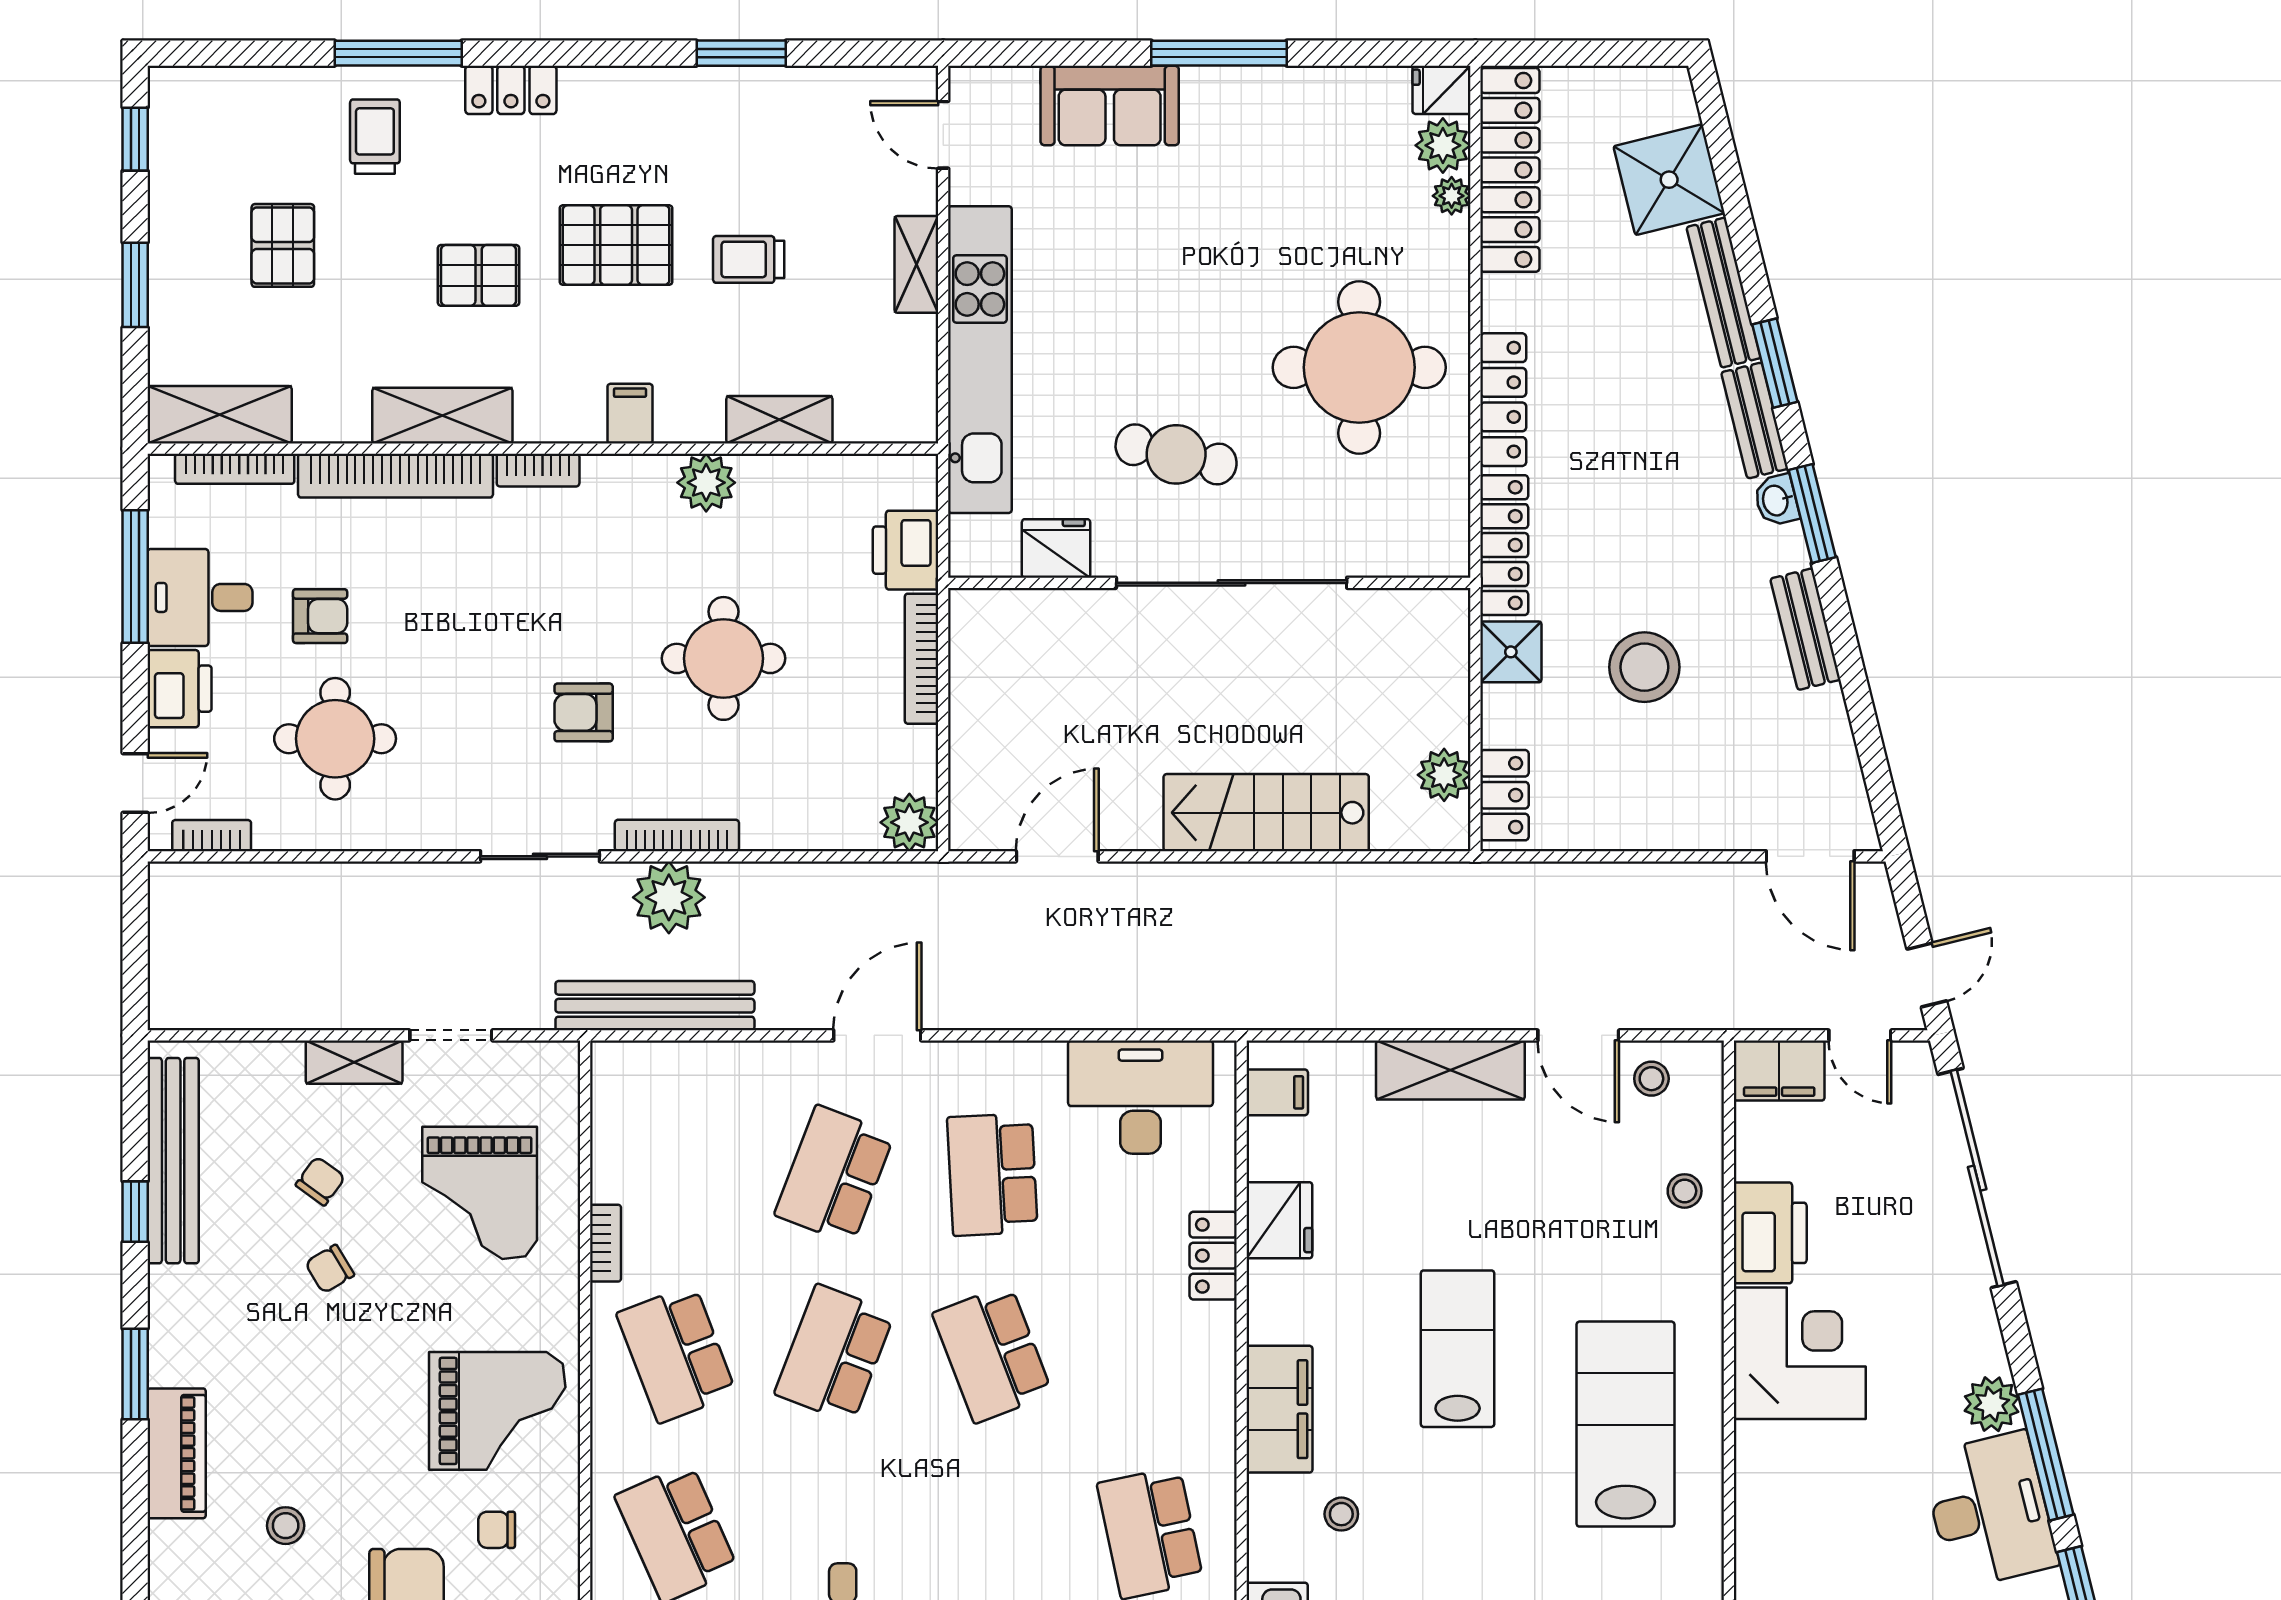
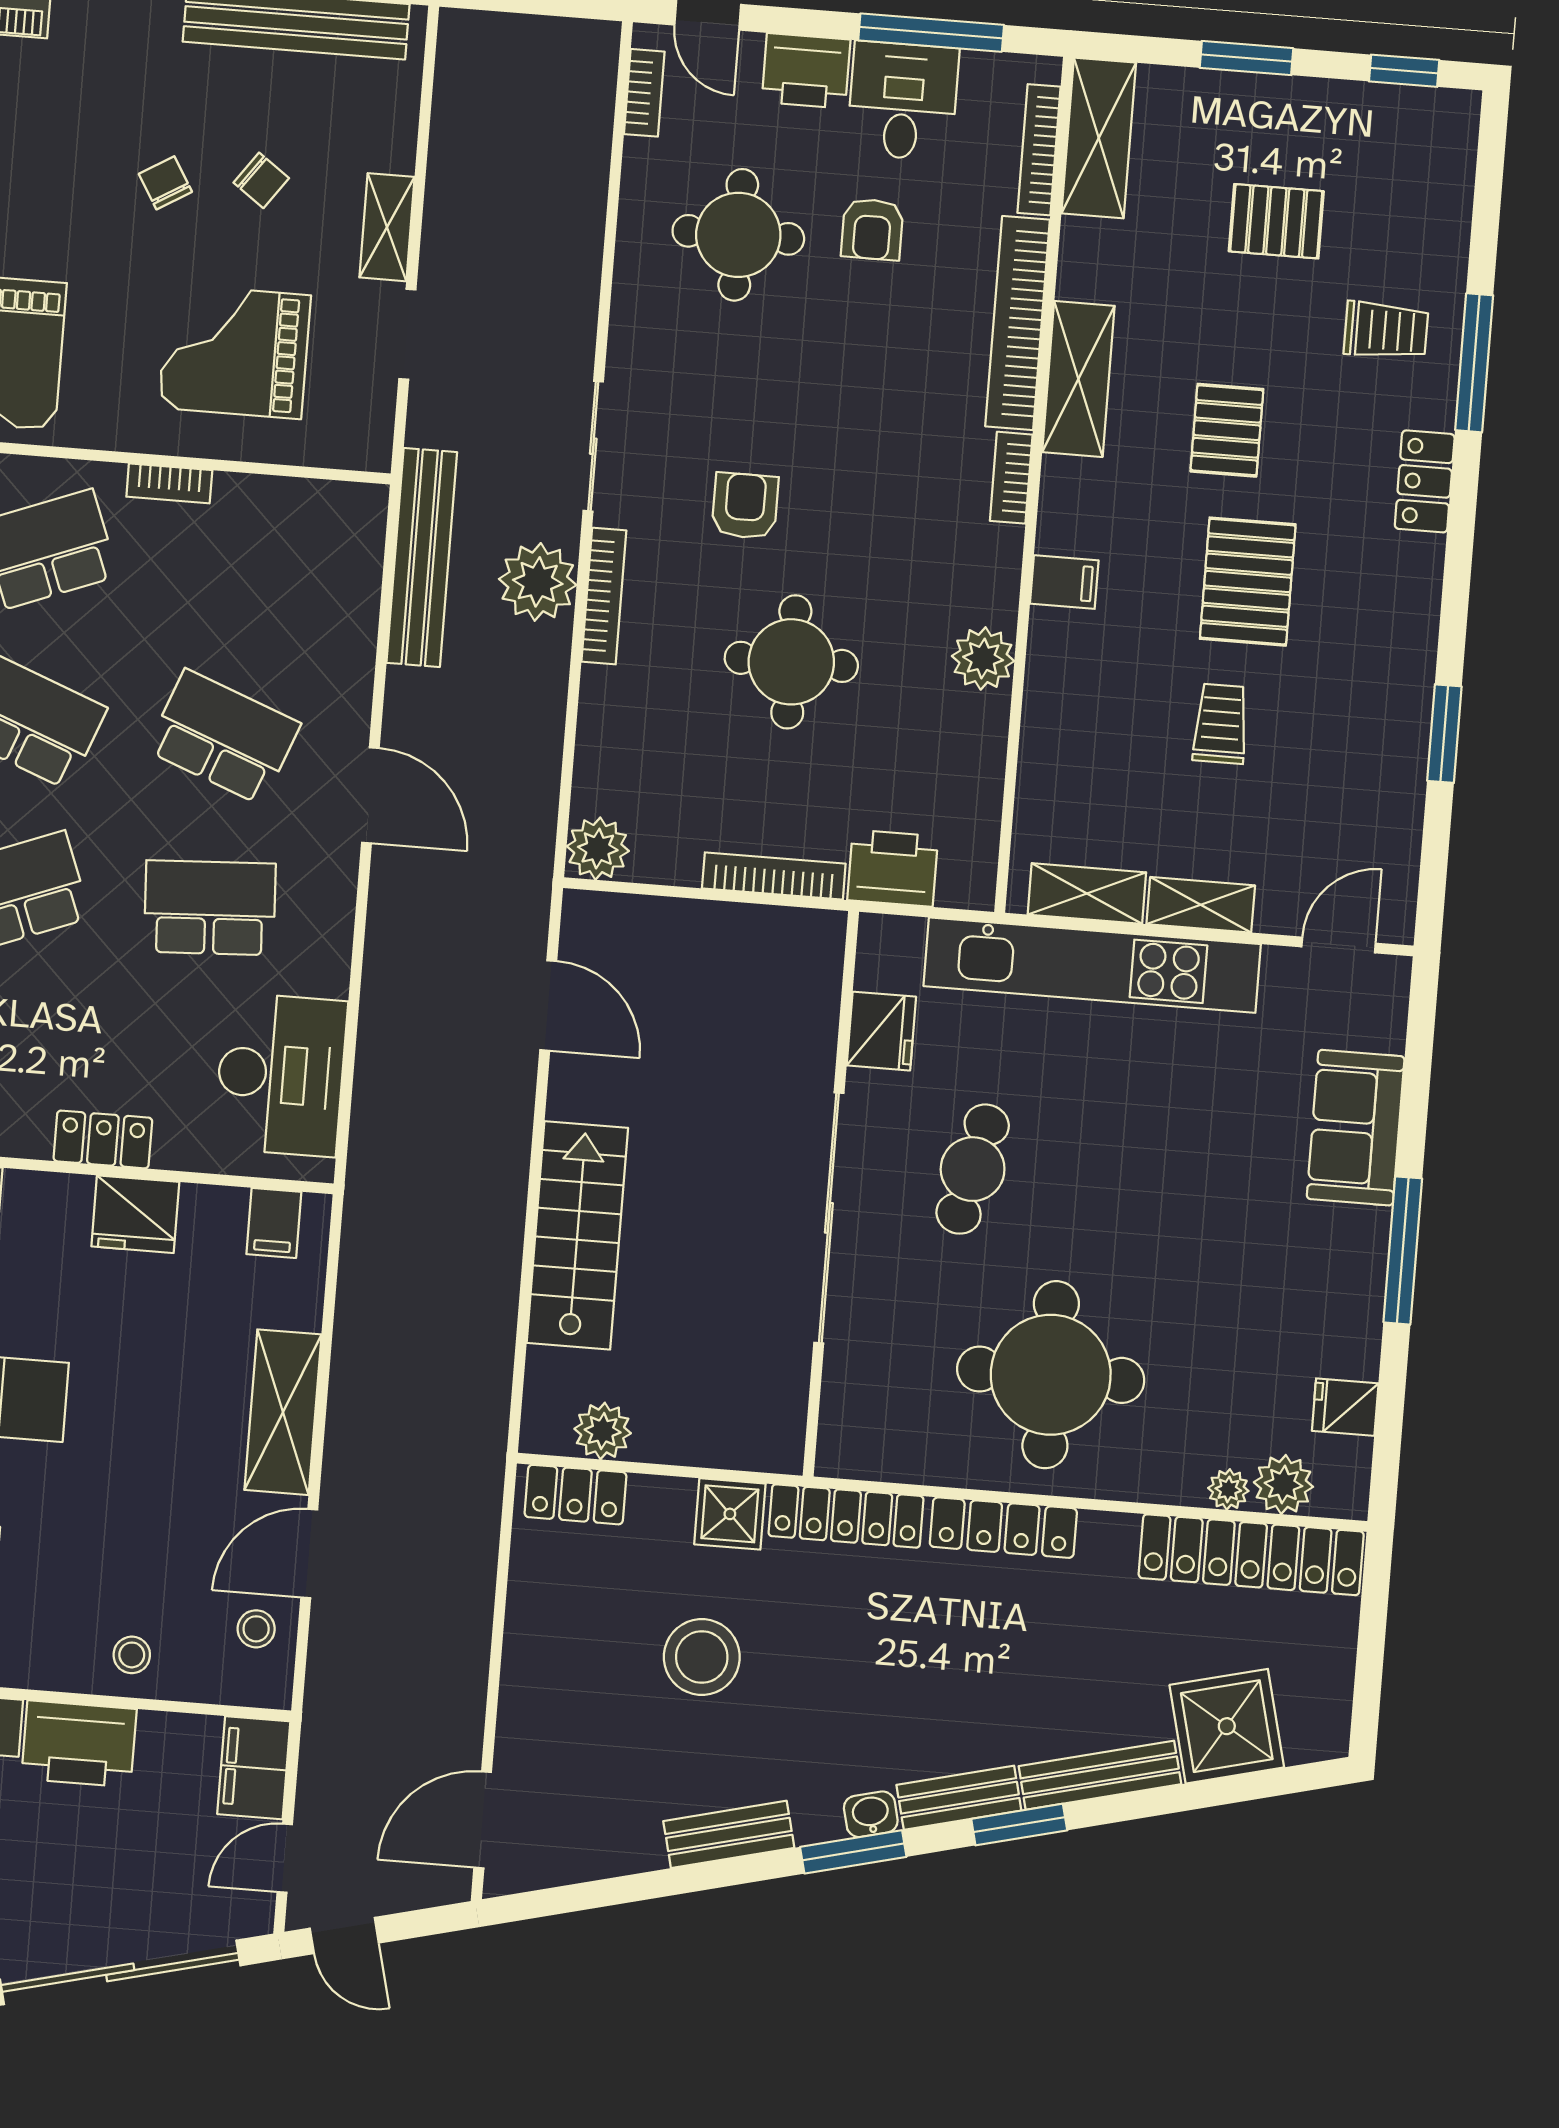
fridge: (1441, 90) -> (1345, 1407), moved, turned -90
shelving: (779, 420) -> (1087, 893), moved, turned 90

